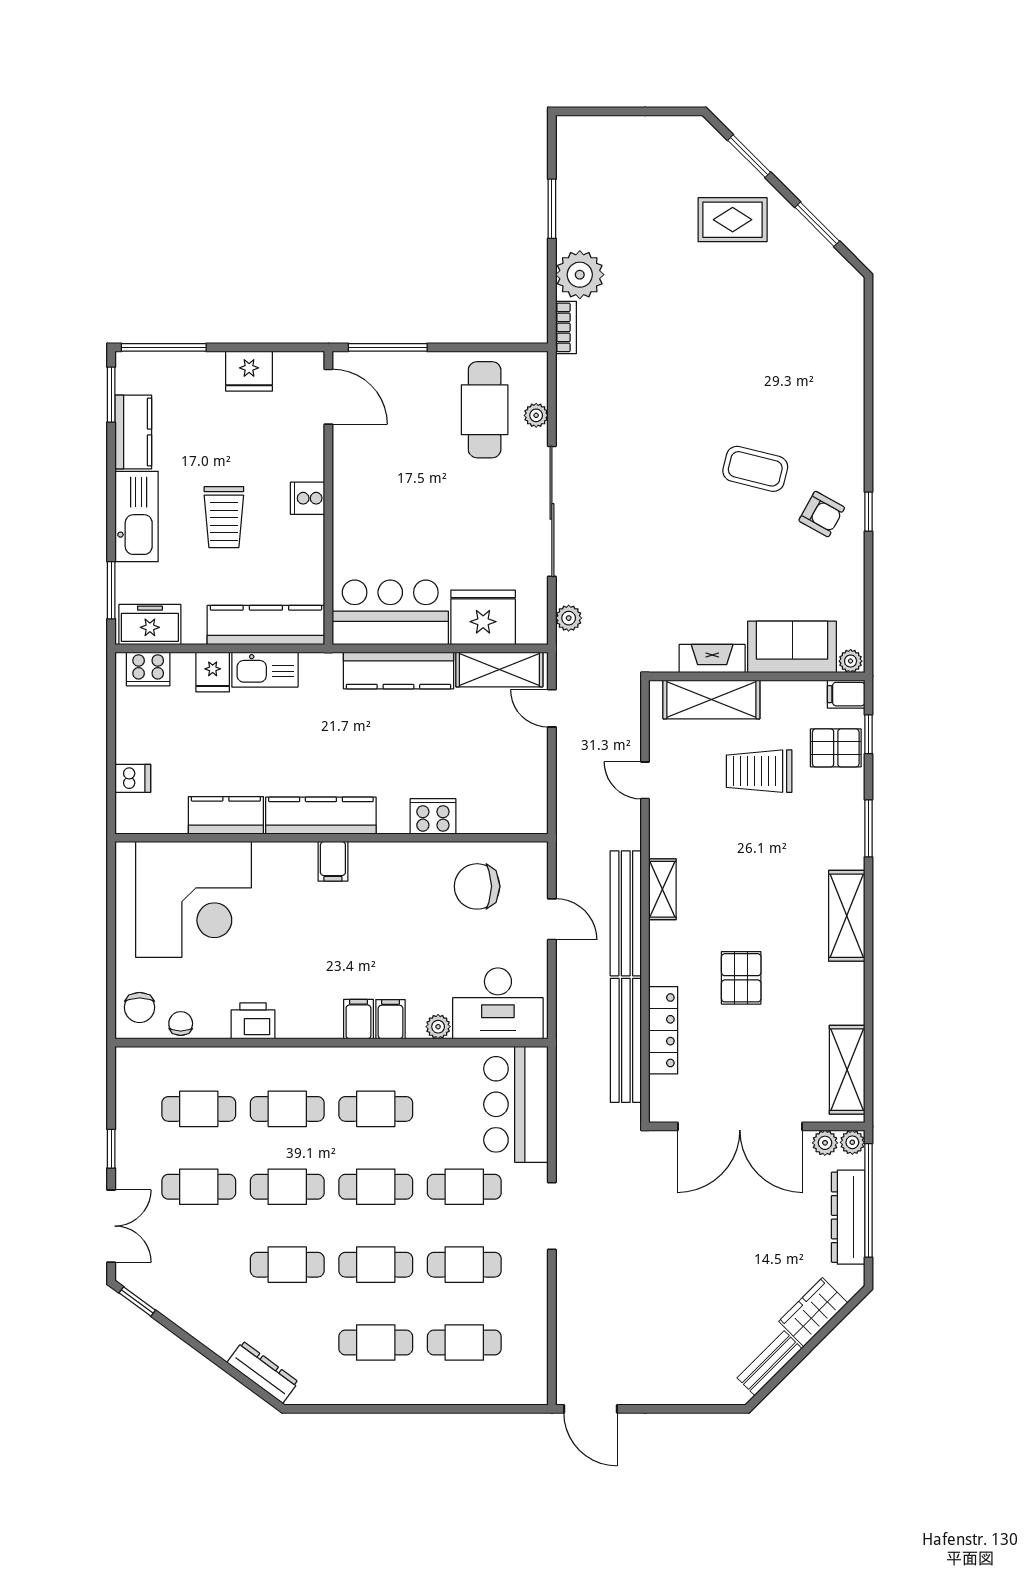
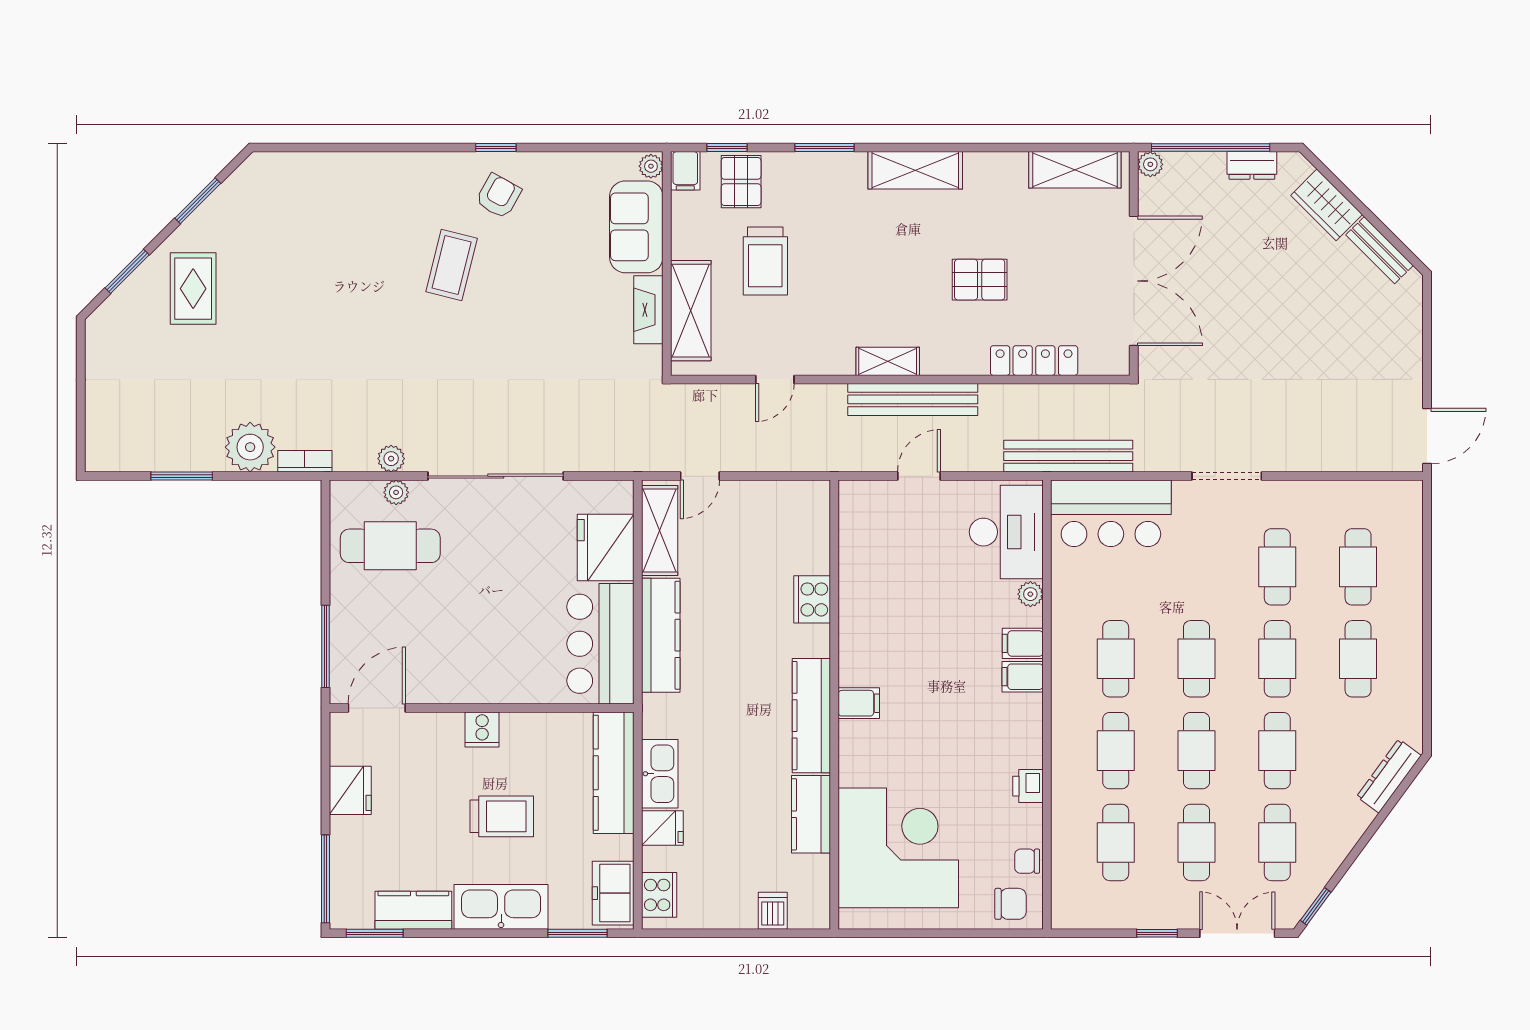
plant: (569, 618) -> (391, 459), moved
chair: (477, 886) -> (885, 554), removed
printer: (253, 1021) -> (1028, 786), width x0.73, depth x0.81
bench: (626, 1040) -> (1068, 456), moved
plant: (825, 1143) -> (1151, 193), removed
cafe table: (464, 1187) -> (1277, 842), moved
dresser: (848, 1217) -> (1252, 165), width x0.51, depth x0.80

